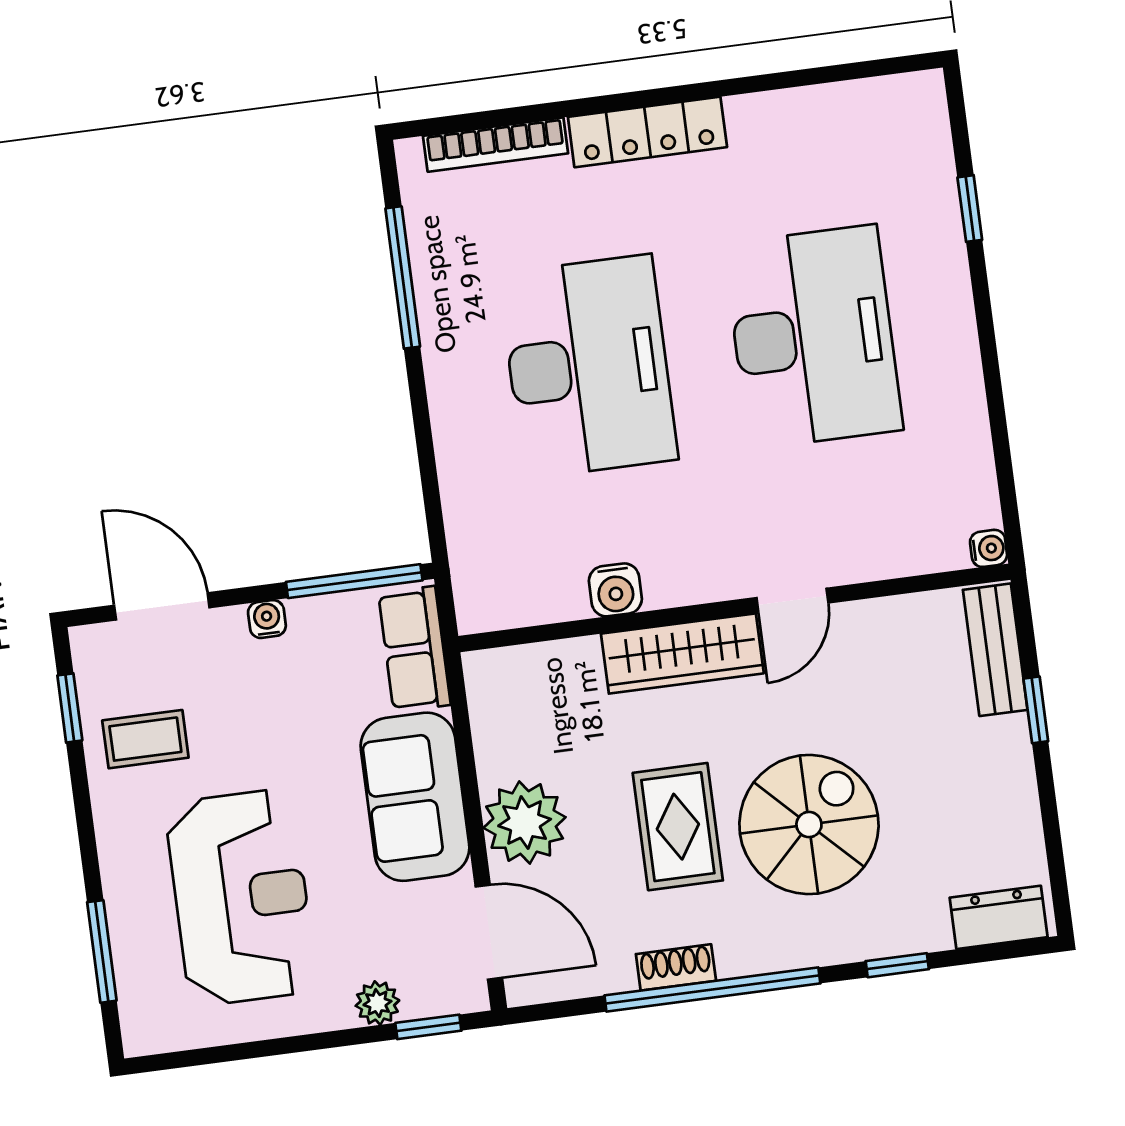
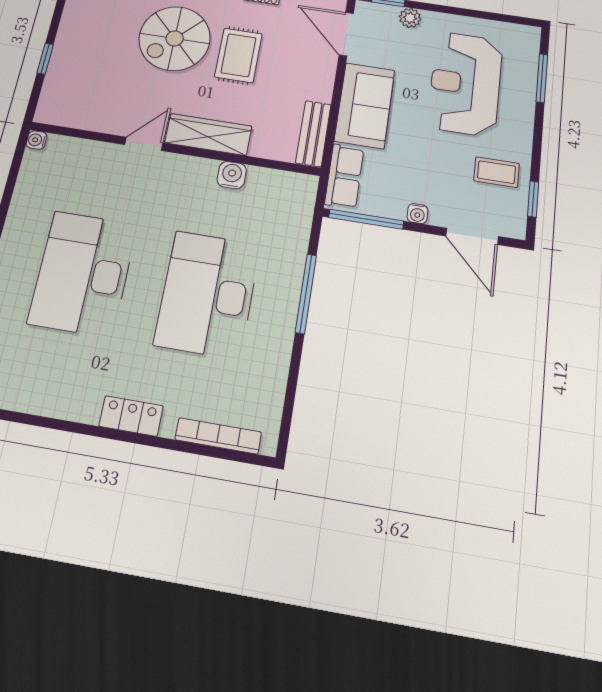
locker: (647, 132) -> (131, 416), width x0.66
window: (403, 277) -> (306, 294), moved
bench: (995, 650) -> (313, 134), moved
plant: (525, 822) -> (313, 78), removed

